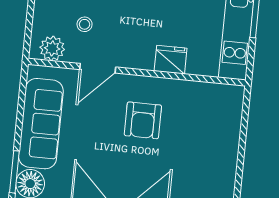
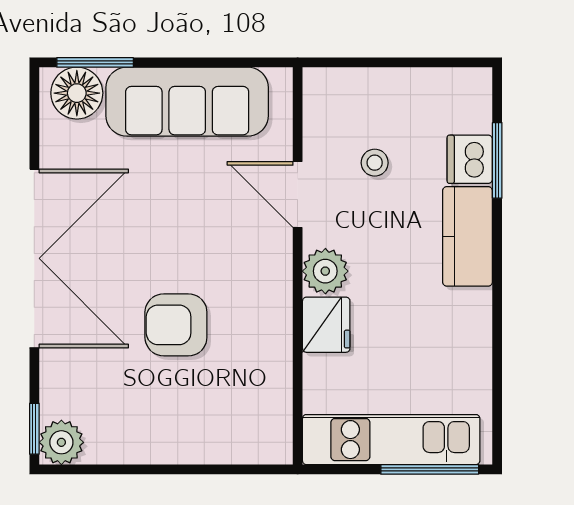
plant: (52, 48) -> (325, 271), moved
armchair: (143, 120) -> (176, 325), moved

